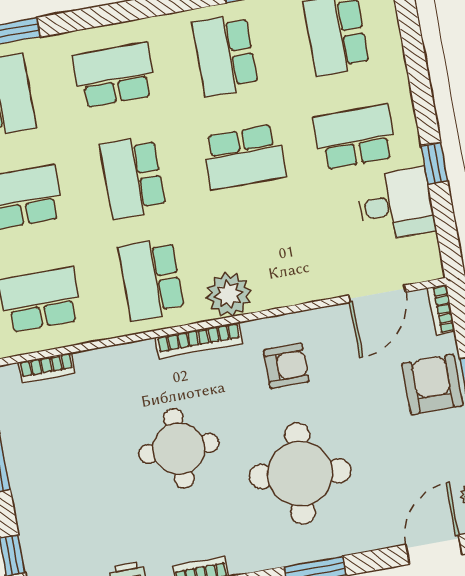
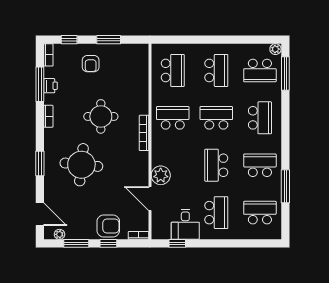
window: (434, 163) -> (177, 243), moved
plant: (229, 294) -> (161, 175), moved
door: (377, 294) -> (150, 199), moved
armchair: (286, 366) -> (91, 64), moved
bookcase: (47, 368) -> (144, 68), removed

